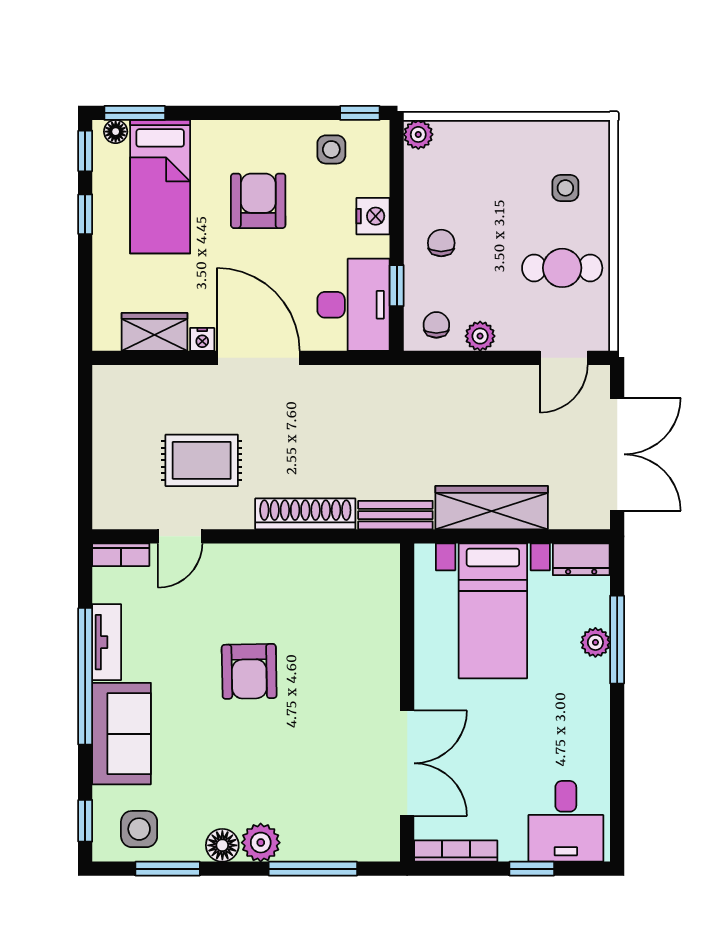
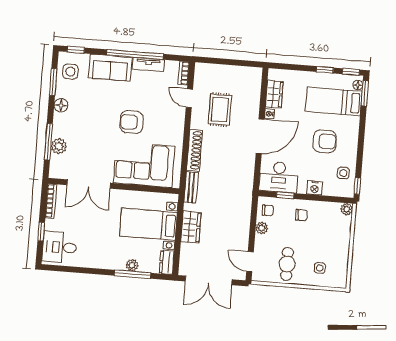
wardrobe: (492, 508) -> (191, 227), width x0.67
corner sofa: (350, 633) -> (144, 165), added
plant: (261, 843) -> (59, 146), moved

